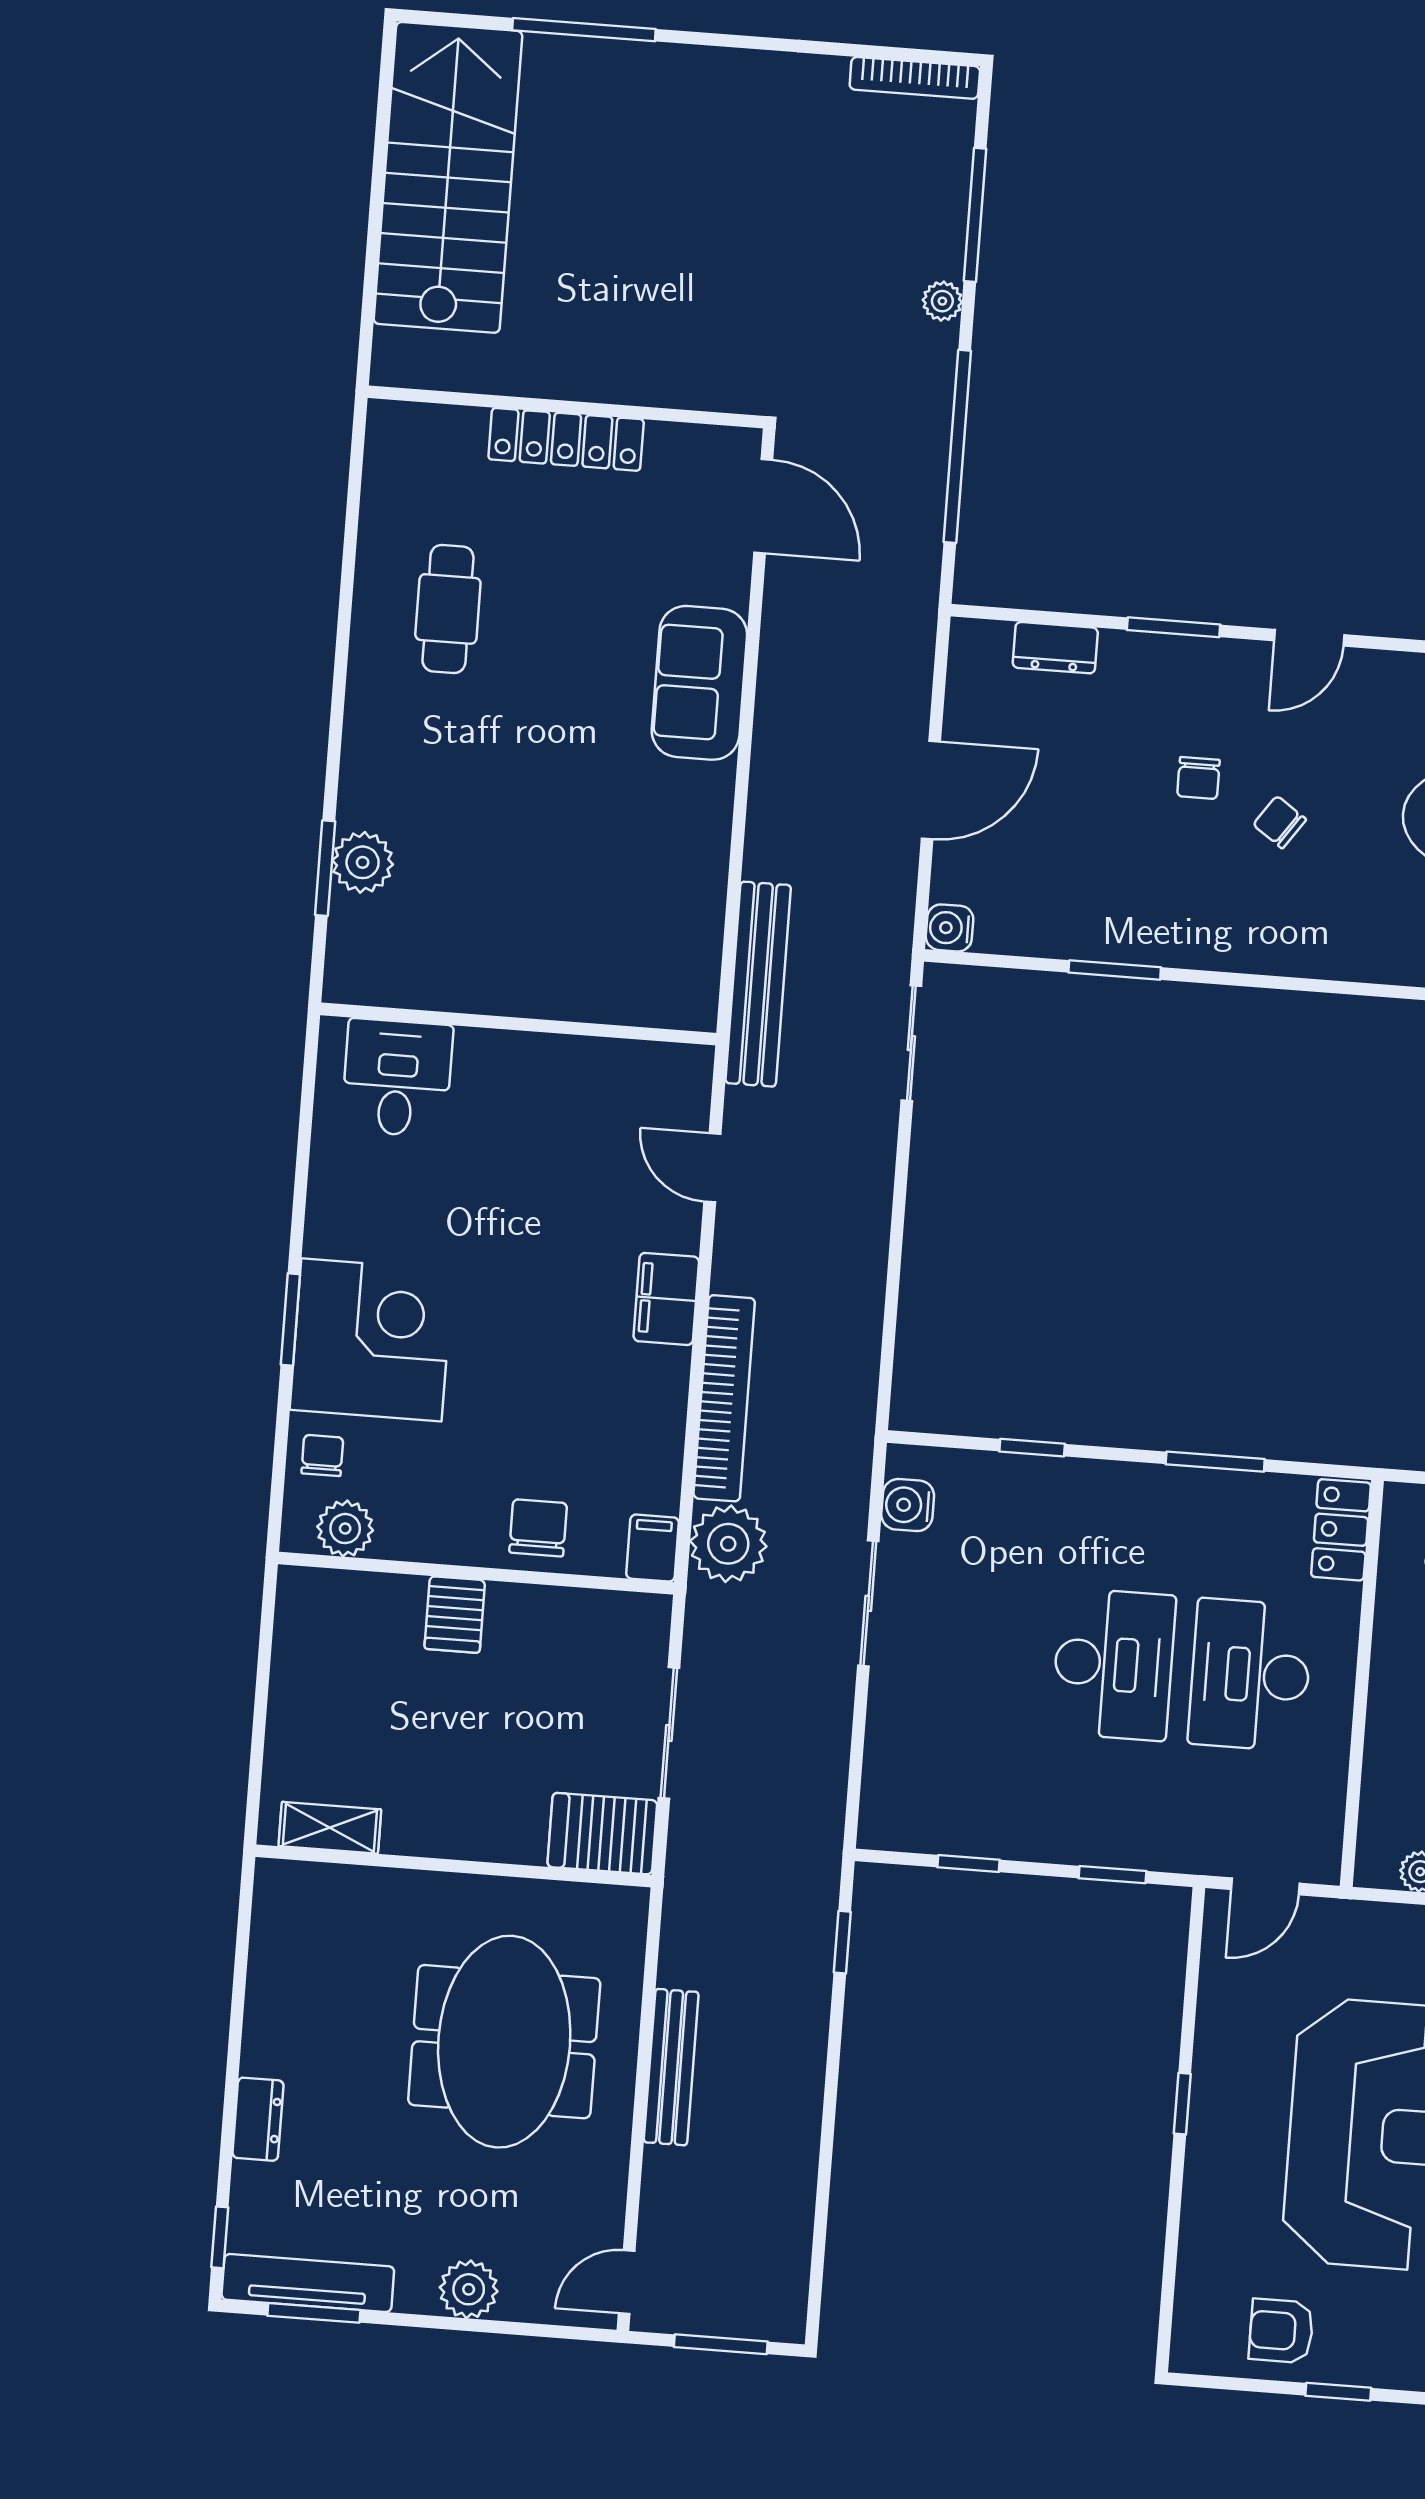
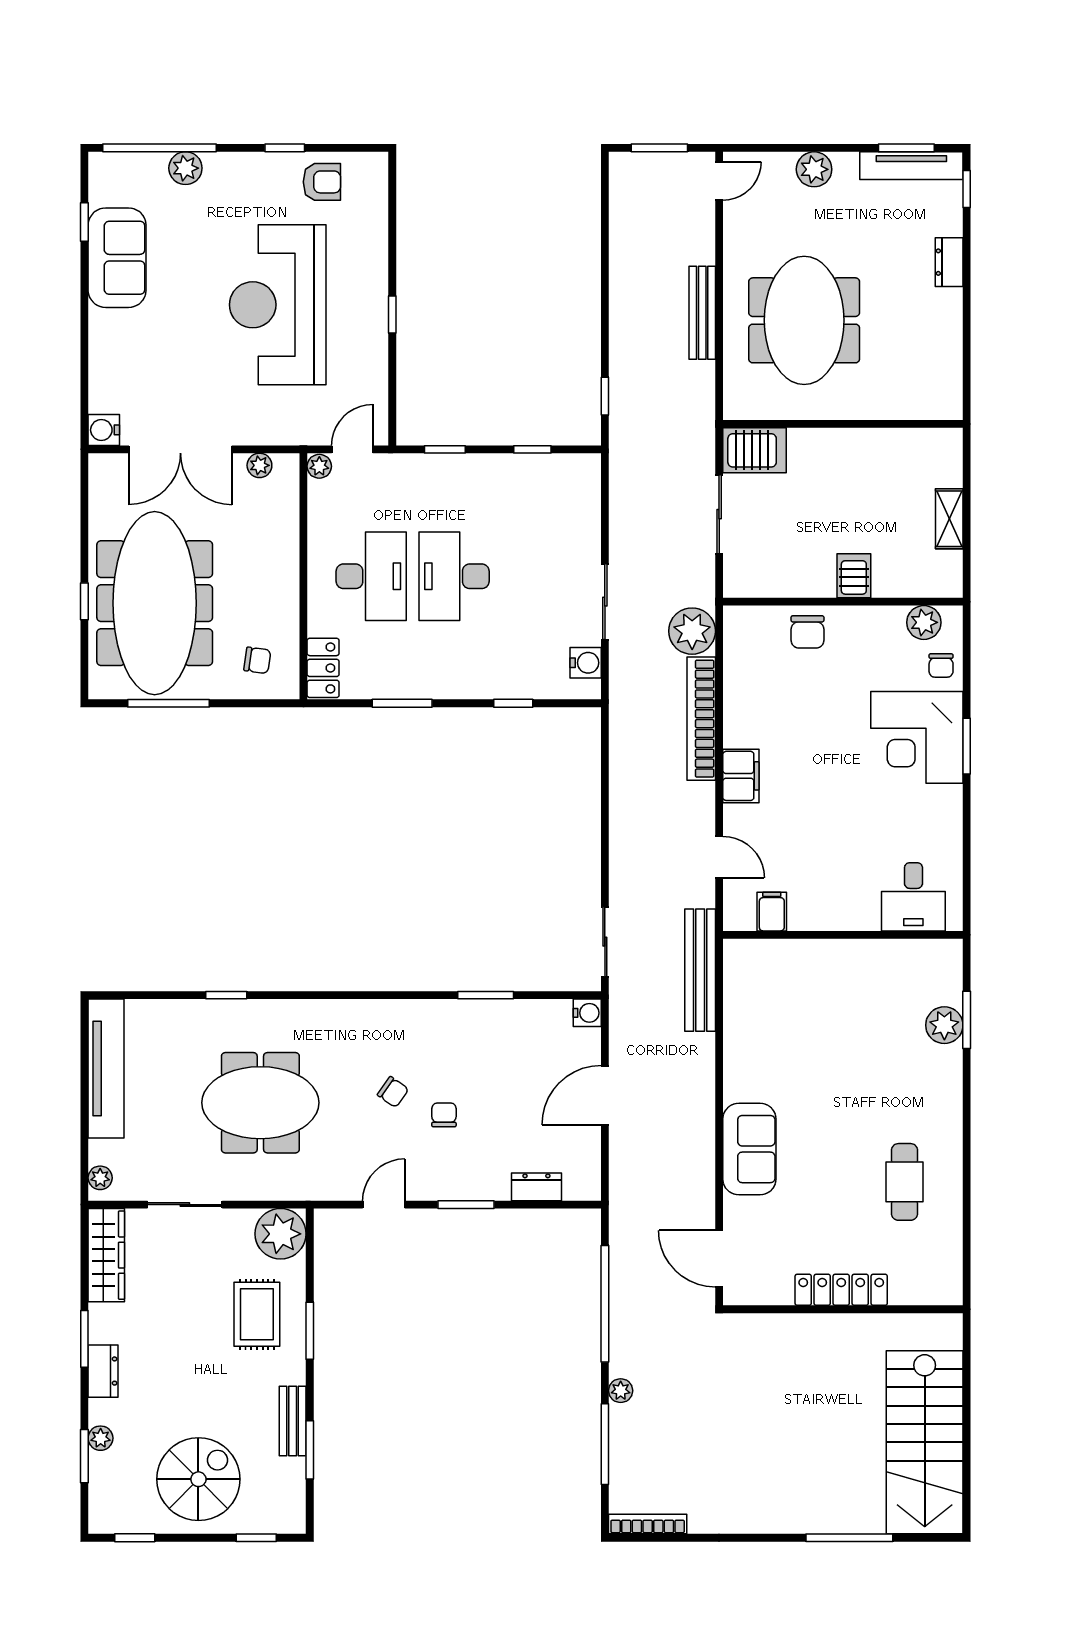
filing cabinet: (653, 1548) -> (772, 912), moved, turned 180
shelving: (330, 1828) -> (949, 519), moved, turned 90
plant: (1322, 1863) -> (319, 466), added

